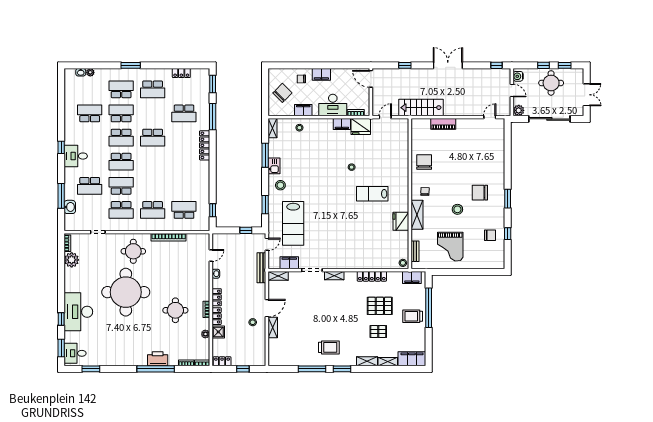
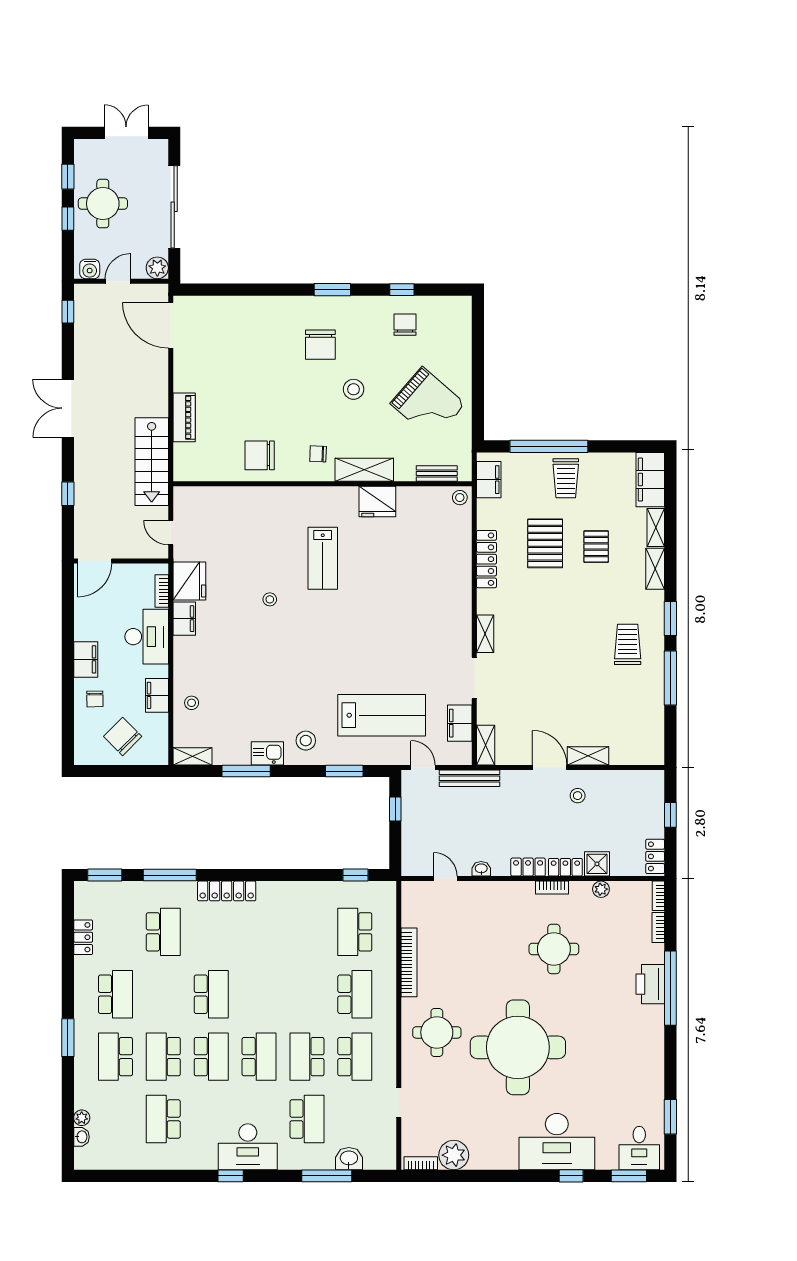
door: (490, 117) -> (171, 325), width x1.88
desk: (76, 156) -> (248, 1147), width x1.37
grand piano: (450, 247) -> (428, 404), turned 41

